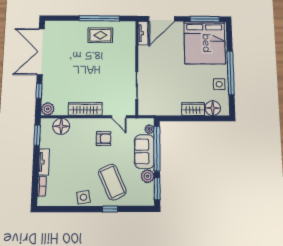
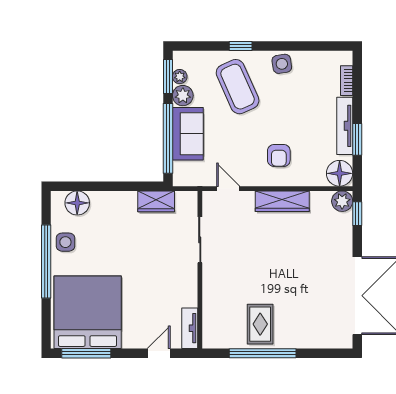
door: (162, 19) -> (159, 353), width x0.53
rug: (100, 35) -> (260, 324), turned 90
window: (39, 91) -> (357, 214), moved
wardrobe: (193, 109) -> (156, 201), moved
floor lamp: (61, 126) -> (340, 173), moved
plant: (149, 129) -> (180, 77), moved
window: (37, 135) -> (357, 139), moved
armchair: (104, 139) -> (279, 155), moved, turned -90
tv unit: (44, 162) -> (345, 126), width x1.41

